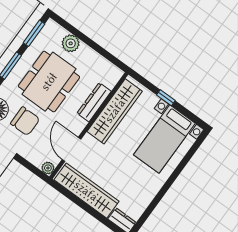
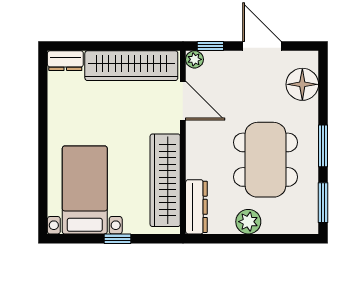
plant: (71, 43) -> (248, 222), moved
dresser: (94, 102) -> (196, 207), moved
chair: (25, 121) -> (260, 94), removed
window: (33, 169) -> (210, 46), added

